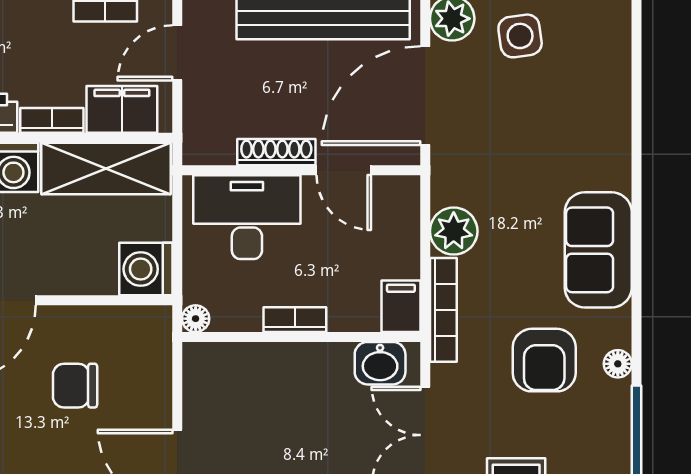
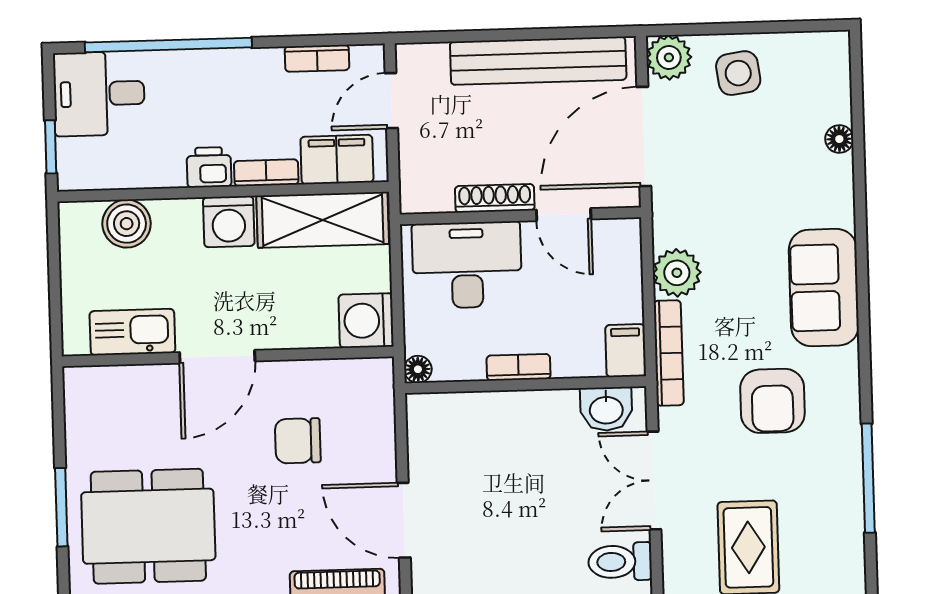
floor lamp: (618, 364) -> (839, 139), moved

